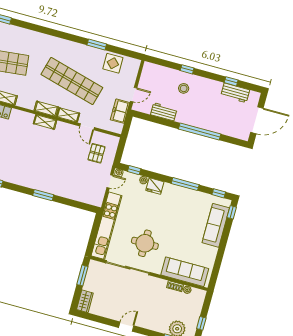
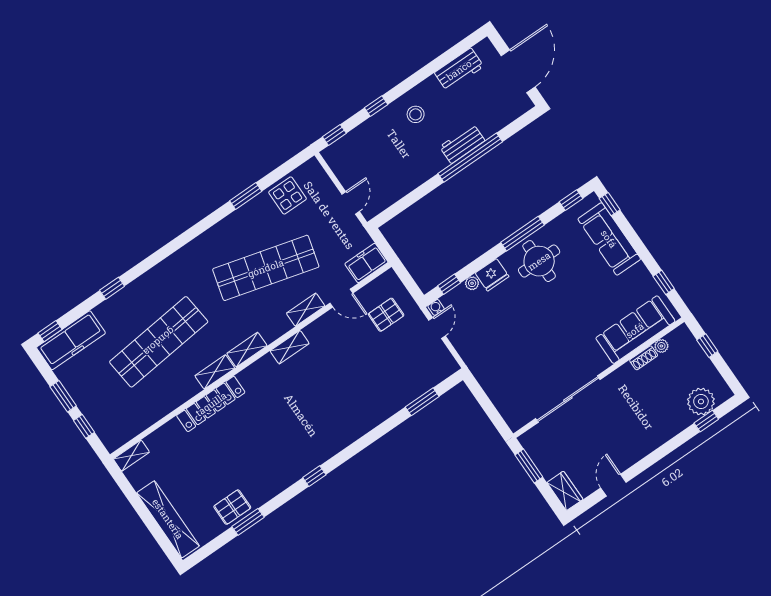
window: (231, 81) -> (334, 135), moved
stool: (184, 88) -> (416, 114), moved
shelving: (46, 109) -> (247, 350), moved
freezer: (120, 111) -> (366, 263), moved, turned 90
workbench: (164, 112) -> (462, 144), moved
pallet: (96, 153) -> (386, 315), turned 90
window: (43, 195) -> (422, 402), moved
kitchen unit: (107, 226) -> (491, 381), removed
round table: (145, 243) -> (539, 261), moved
window: (217, 267) -> (664, 282), added
window: (201, 323) -> (707, 346), moved
door: (126, 327) -> (613, 485), moved

